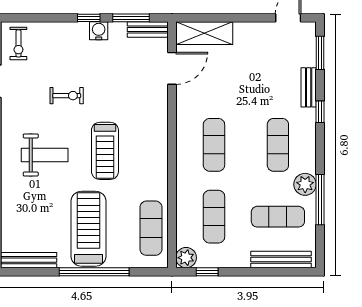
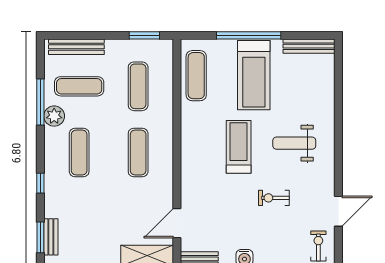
bench: (309, 87) -> (51, 237), moved
plant: (186, 258) -> (164, 48), removed
window: (207, 272) -> (144, 35), width x1.50

